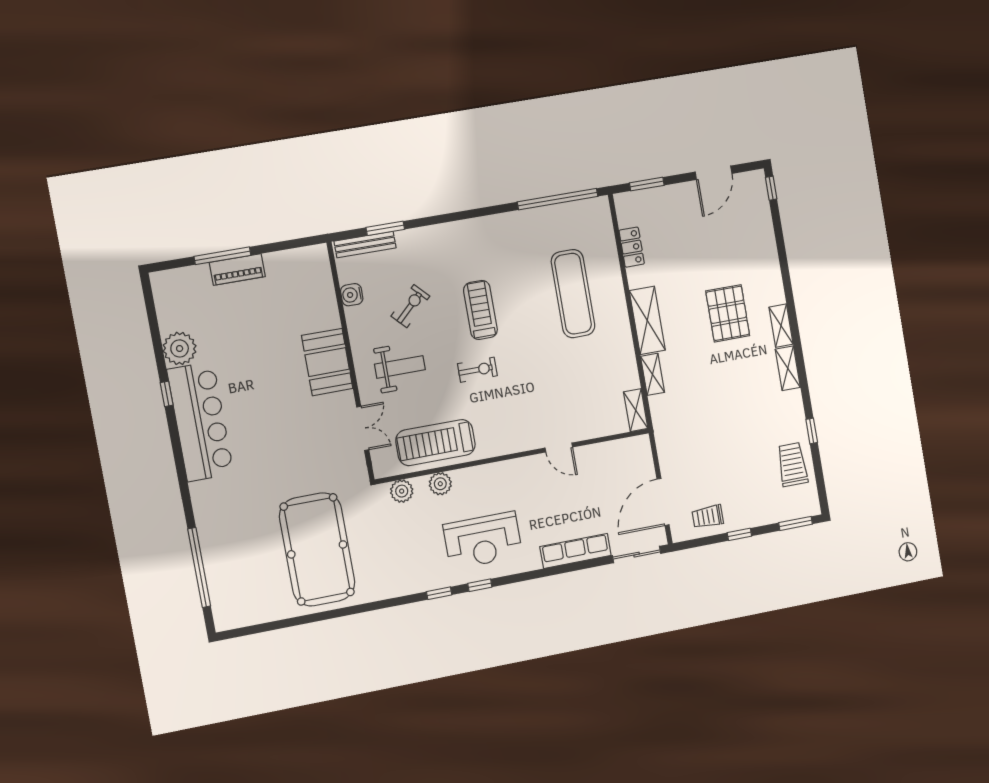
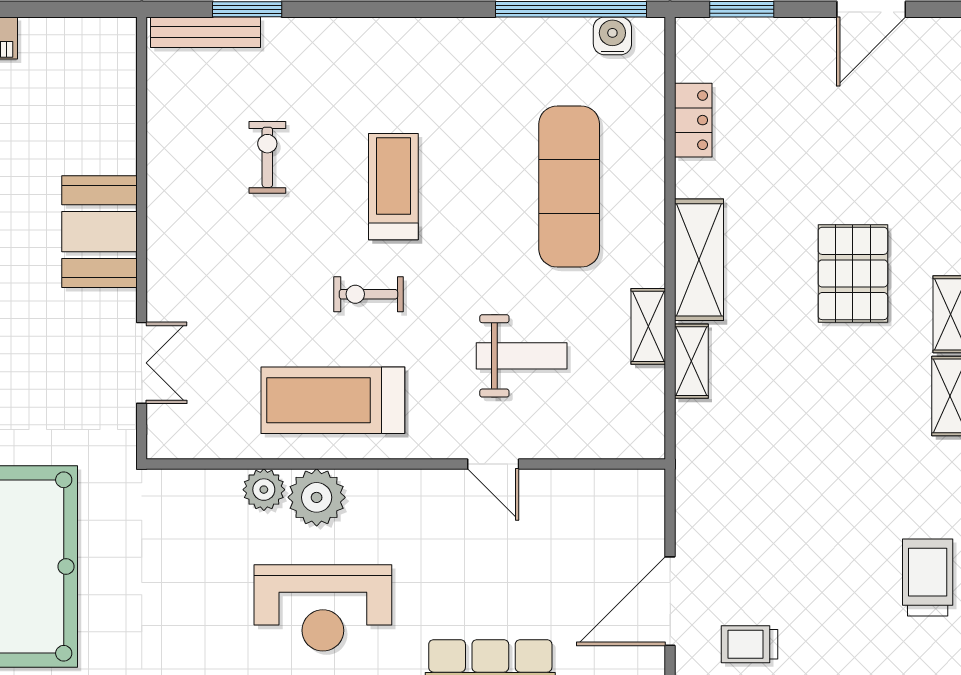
water cooler: (352, 295) -> (612, 36), moved, turned 90
exercise bike: (410, 306) -> (267, 157), turned -46
weight bench: (400, 367) -> (522, 356), moved
exercise bike: (477, 370) -> (368, 294), turned 180
shelving: (636, 410) -> (648, 326), moved
treadmill: (436, 443) -> (333, 400), moved
plant: (402, 491) -> (317, 497), moved, width x1.36, depth x1.36

